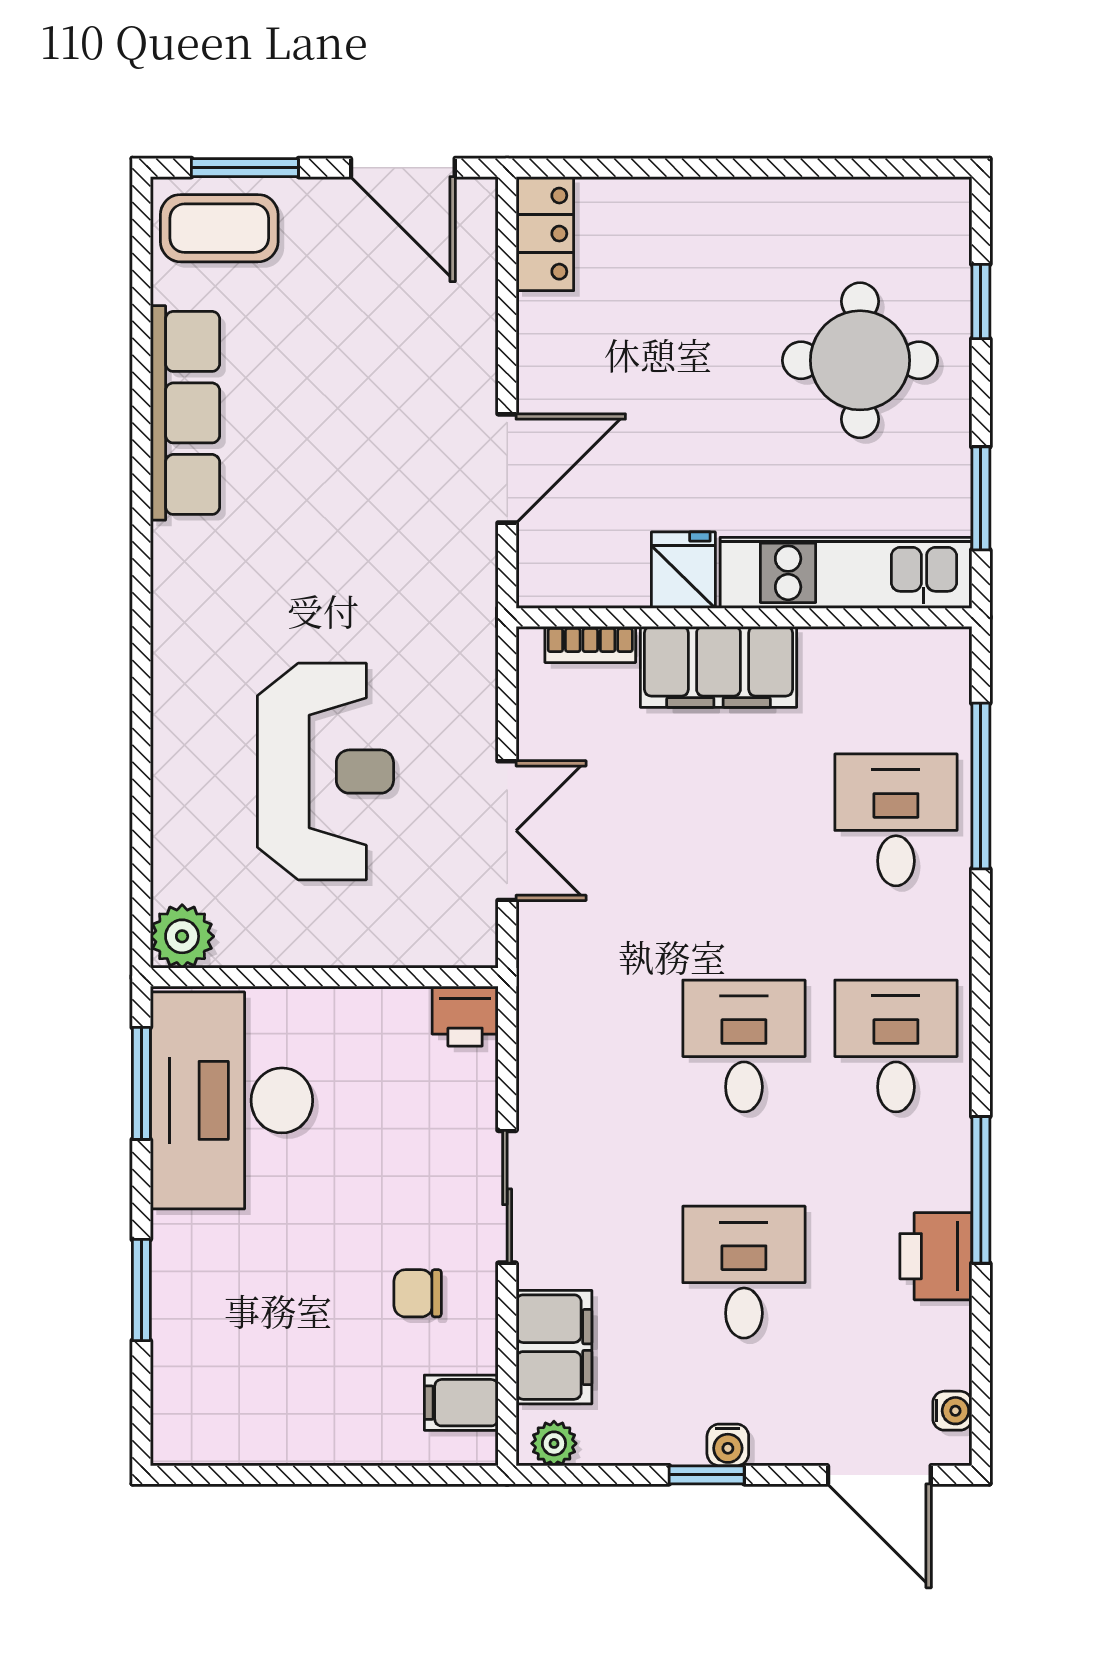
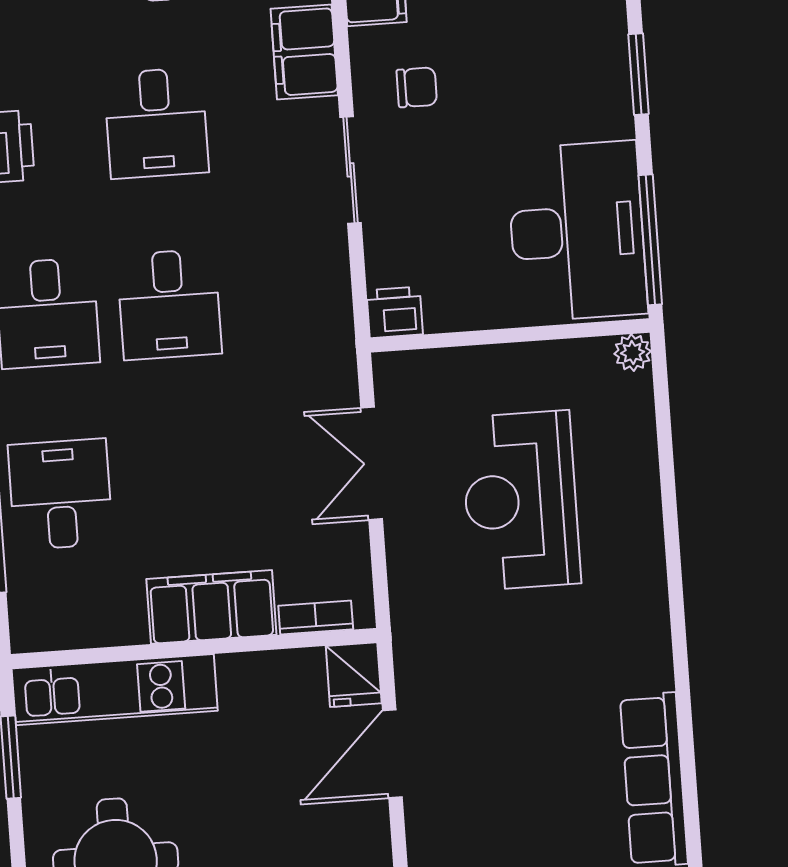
fridge: (683, 570) -> (354, 675), moved
desk: (896, 820) -> (60, 494), turned 180
plant: (182, 936) -> (633, 353), width x0.73, depth x0.73
window: (141, 1083) -> (650, 240), width x1.44

